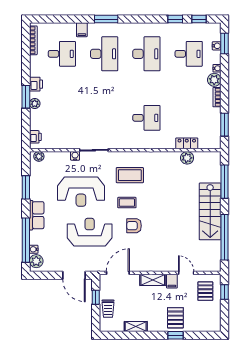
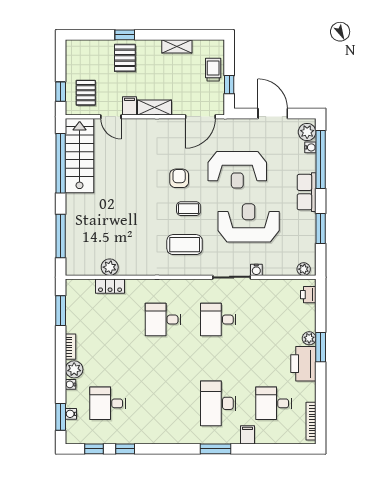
desk: (146, 54) -> (218, 320), moved, width x0.73
printer: (36, 84) -> (303, 364), width x1.87, depth x1.48
stairs: (210, 211) -> (80, 156), moved
armchair: (134, 226) -> (179, 178), turned -90
door: (74, 275) -> (273, 113), moved

